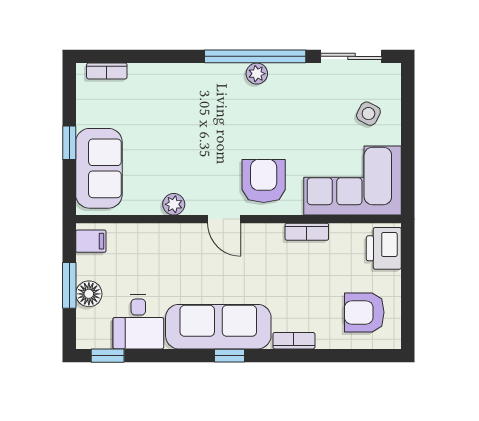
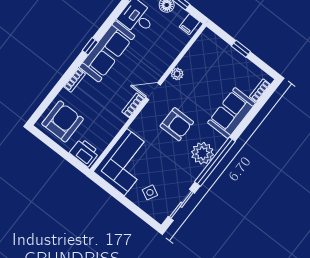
plant: (257, 74) -> (202, 153), width x1.88, depth x1.88
sofa: (99, 168) -> (232, 113), moved, turned 90
armchair: (264, 181) -> (177, 124), moved
bookcase: (307, 232) -> (133, 105), moved
armchair: (364, 312) -> (63, 121), width x1.36, depth x1.36

